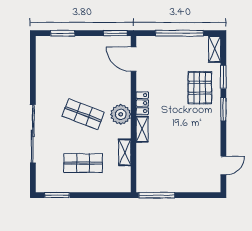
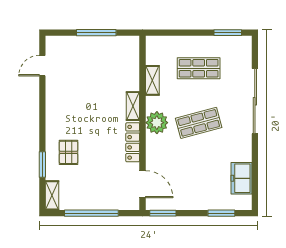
freezer: (45, 64) -> (241, 178), added
pallet: (200, 88) -> (69, 152), width x0.67, depth x0.71
locker: (142, 103) -> (133, 142), width x1.53
window: (223, 109) -> (42, 128), removed
shop shelf: (83, 114) -> (199, 123), turned -36
window: (157, 195) -> (96, 33), moved

